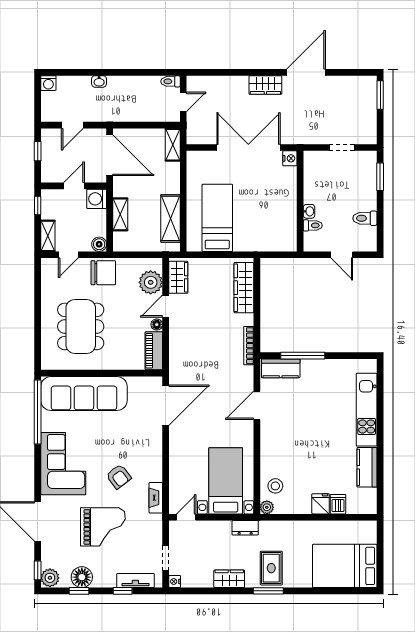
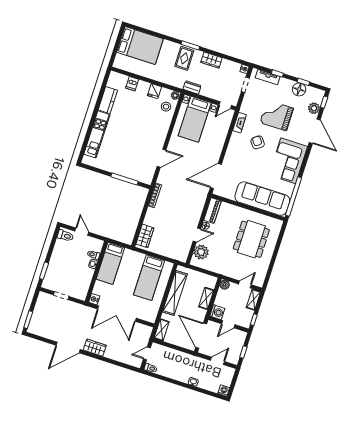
shelving: (171, 218) -> (175, 293), width x1.47
toilet: (365, 218) -> (65, 236), moved
bed: (283, 221) -> (110, 263), added
chair: (103, 273) -> (228, 267), removed
wardrobe: (178, 277) -> (184, 250), removed
wardrobe: (244, 288) -> (145, 236), width x0.67
kitchen counter: (281, 368) -> (140, 176), removed
fridge: (321, 504) -> (155, 91), moved
plant: (50, 578) -> (314, 108), moved

